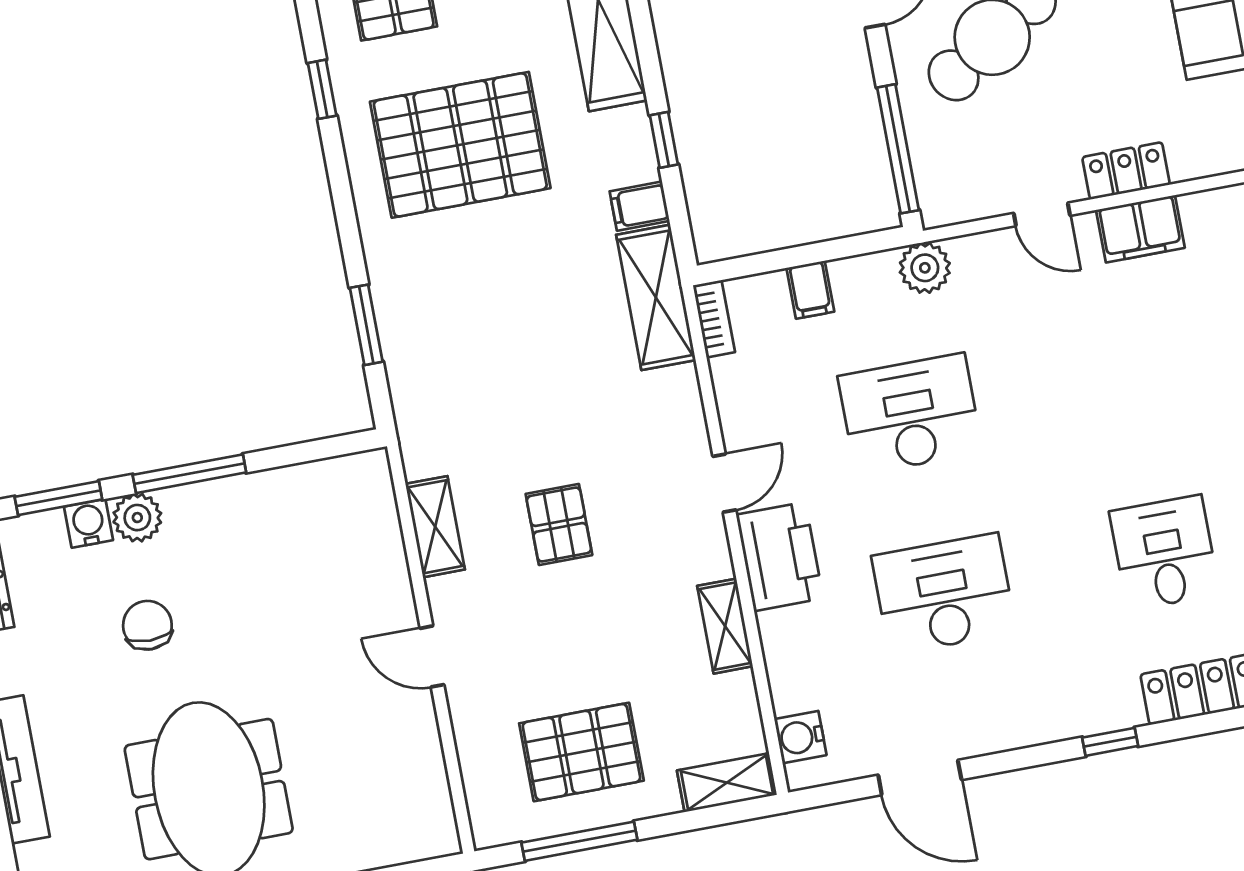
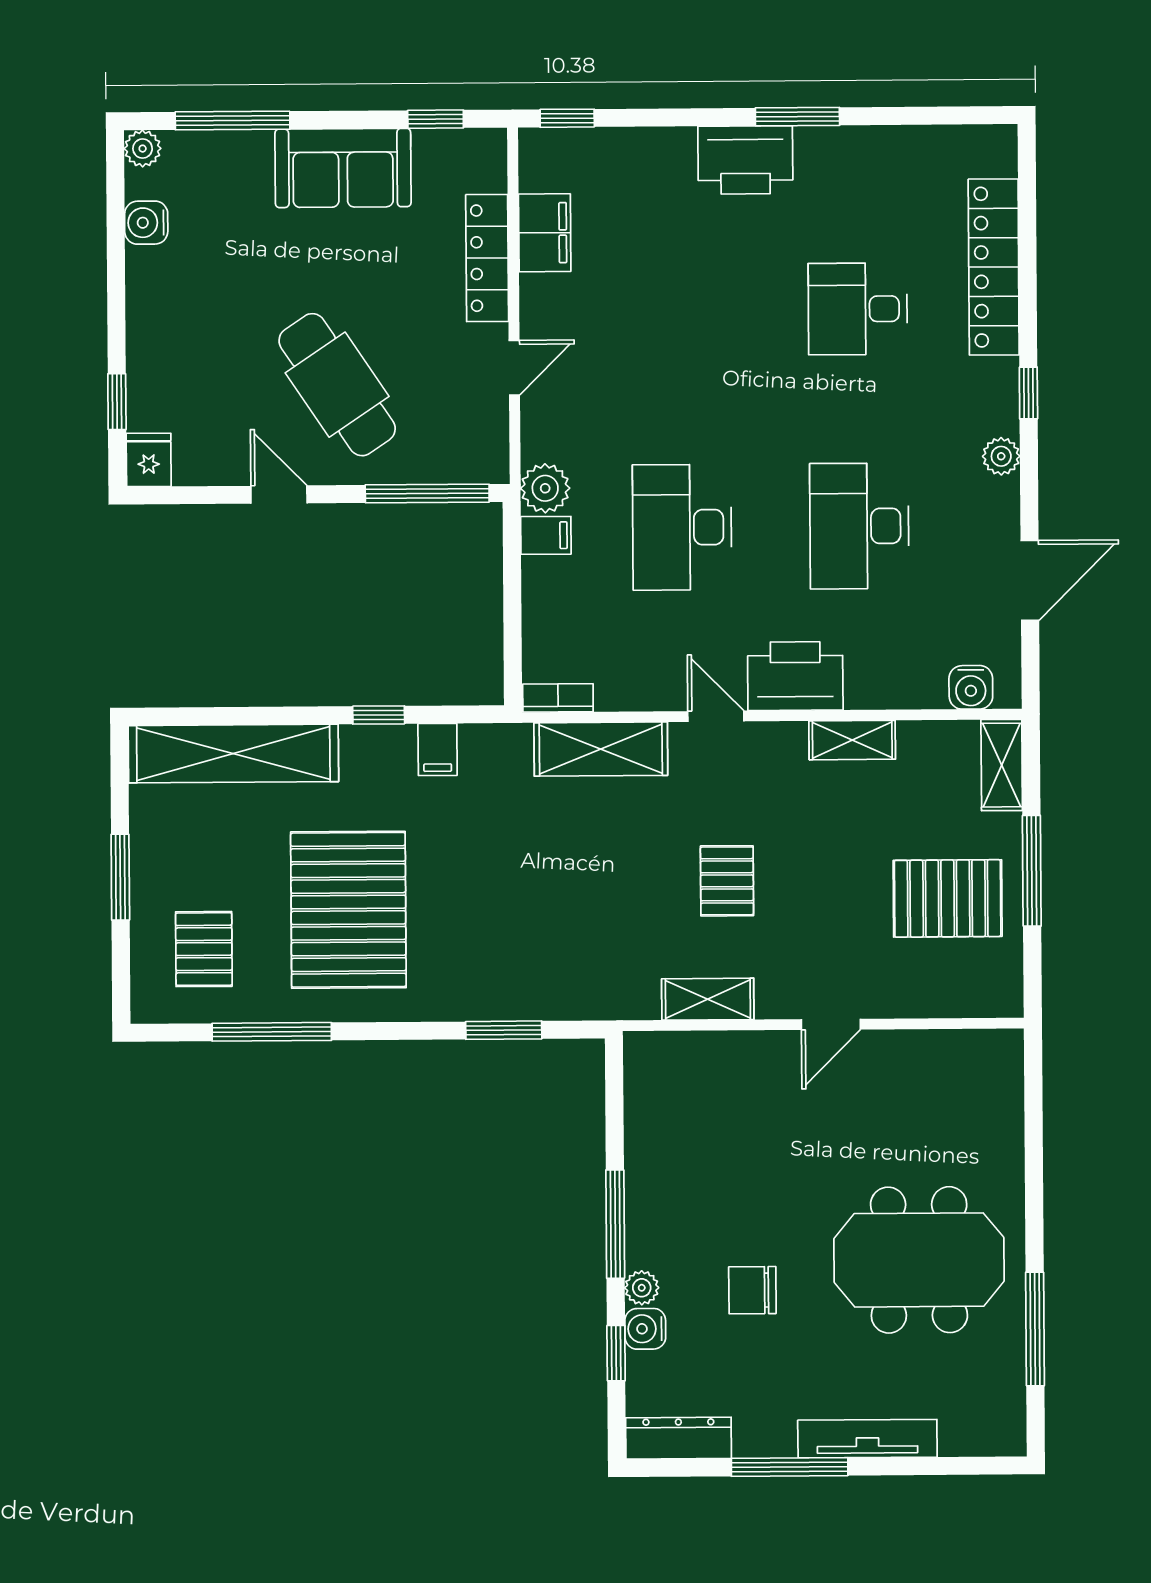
window: (322, 89) -> (272, 1032), width x2.17
locker: (1126, 171) -> (487, 258), width x1.53
filing cabinet: (1140, 229) -> (545, 233), moved
filing cabinet: (810, 290) -> (546, 535), moved
shelving: (656, 297) -> (601, 749), moved
window: (58, 498) -> (616, 1353), width x0.67
plant: (137, 518) -> (642, 1288), width x0.73, depth x0.73
pallet: (559, 525) -> (727, 881), turned 90
plant: (1041, 726) -> (1001, 456), added
pallet: (581, 752) -> (948, 898), turned 90
window: (579, 841) -> (1032, 871), moved

